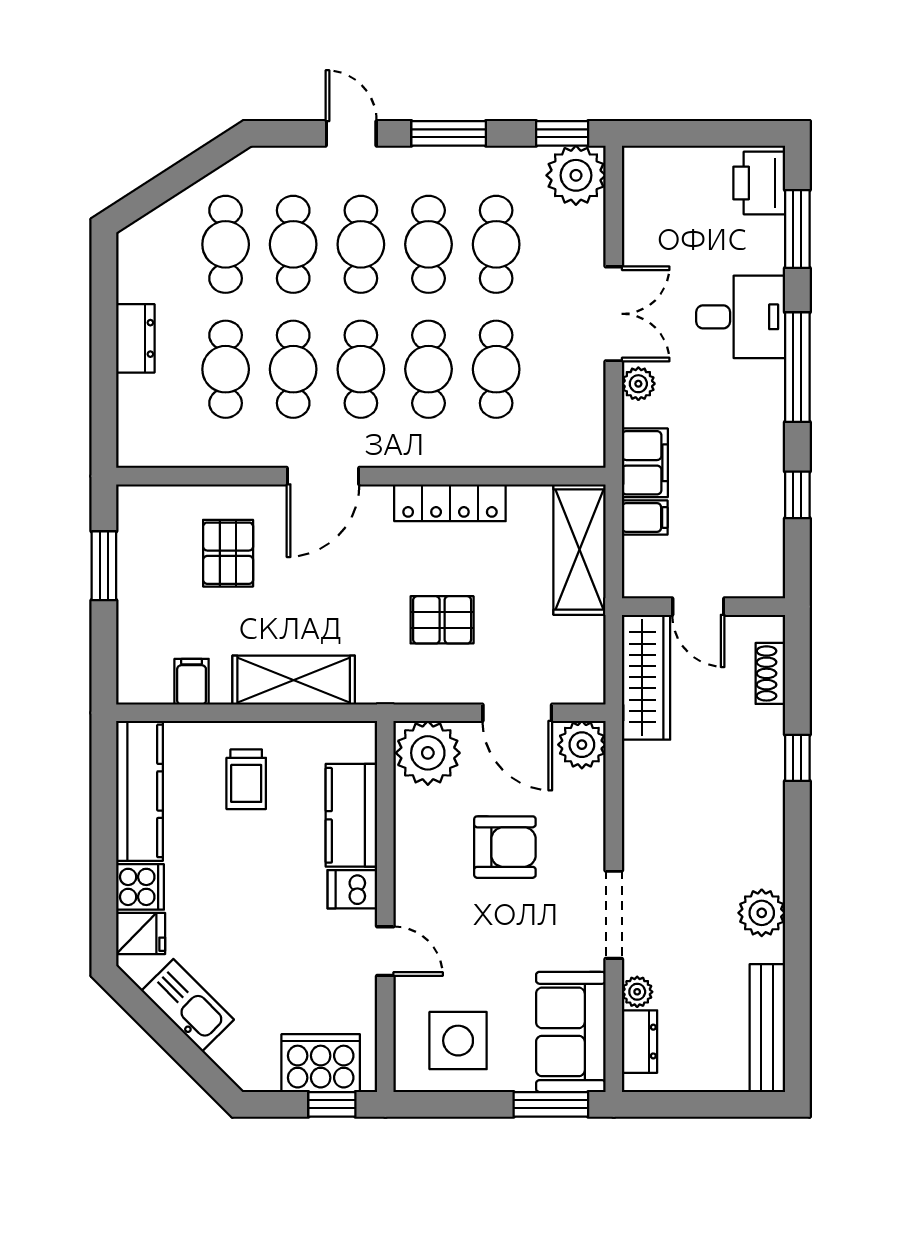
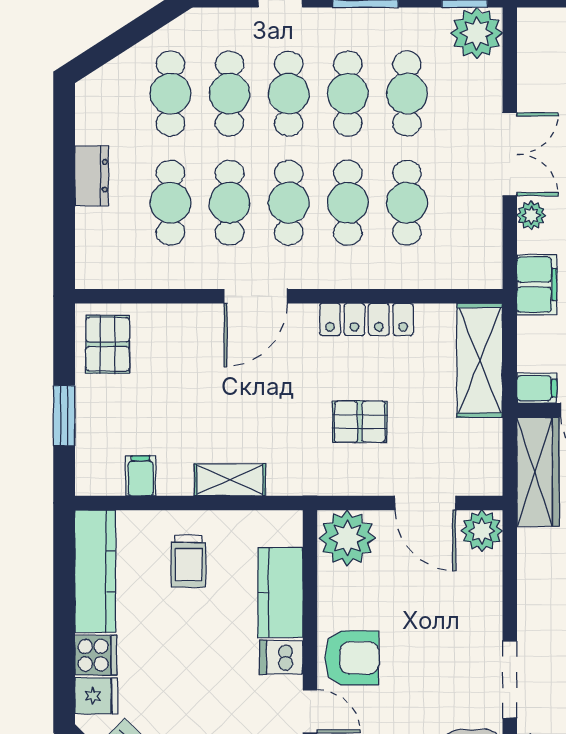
filing cabinet: (645, 518) -> (537, 388), moved
pallet: (228, 553) -> (108, 344), moved
window: (104, 566) -> (64, 416), moved
shelving: (294, 680) -> (230, 480), width x0.67, depth x0.75
armchair: (505, 847) -> (352, 658), moved

